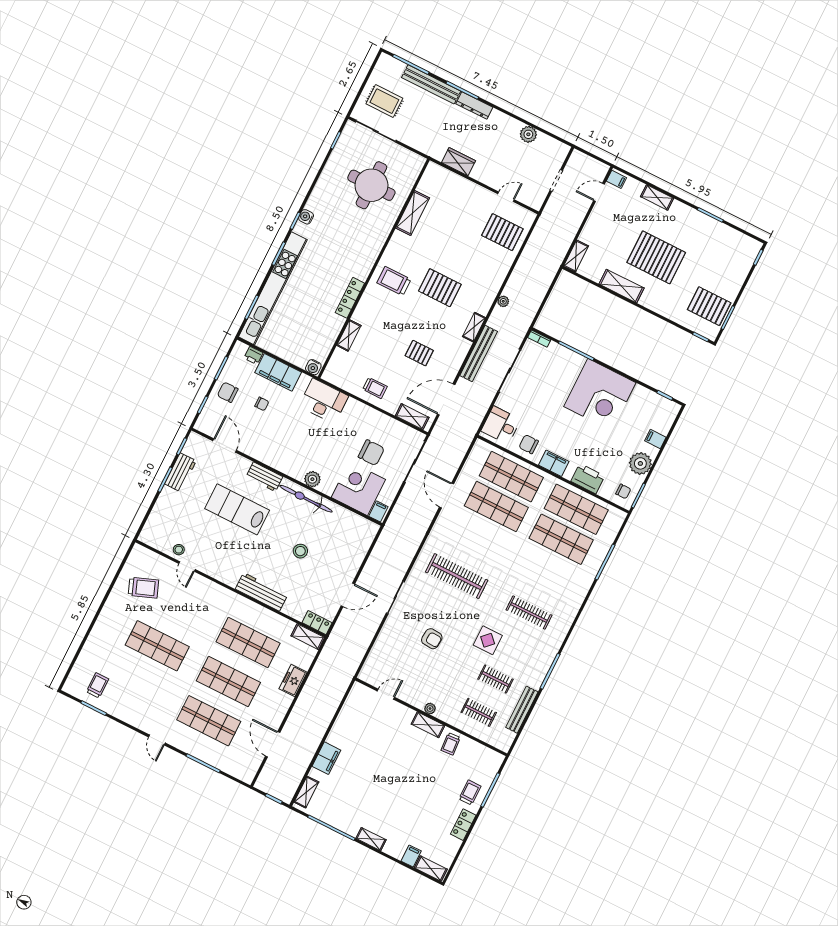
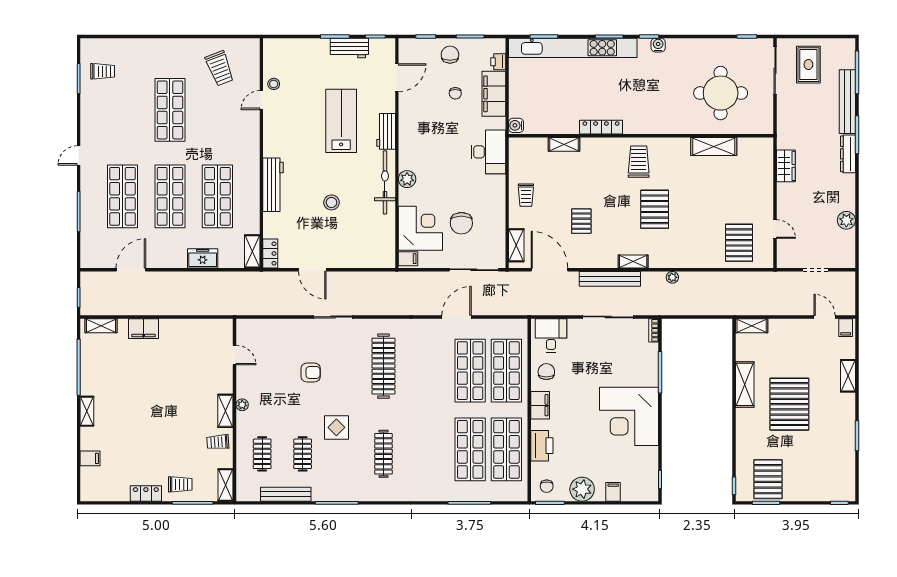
armchair: (432, 639) -> (311, 372), turned -94
shelving: (431, 868) -> (226, 485), moved

